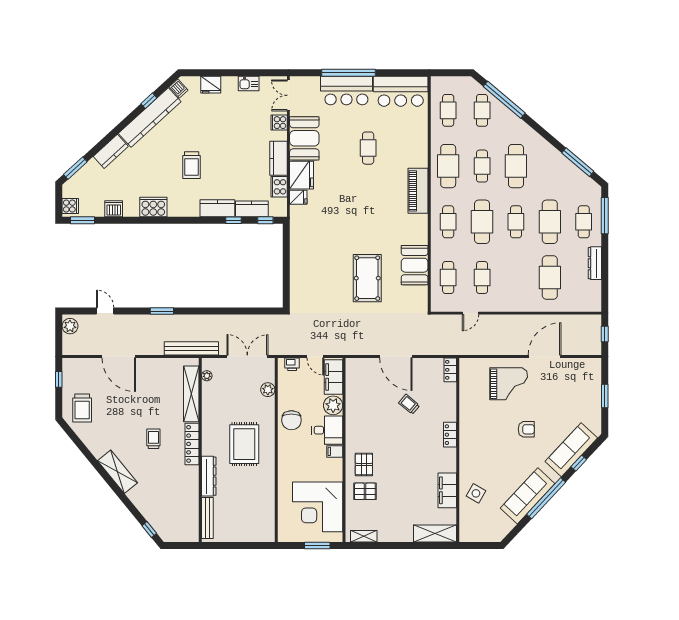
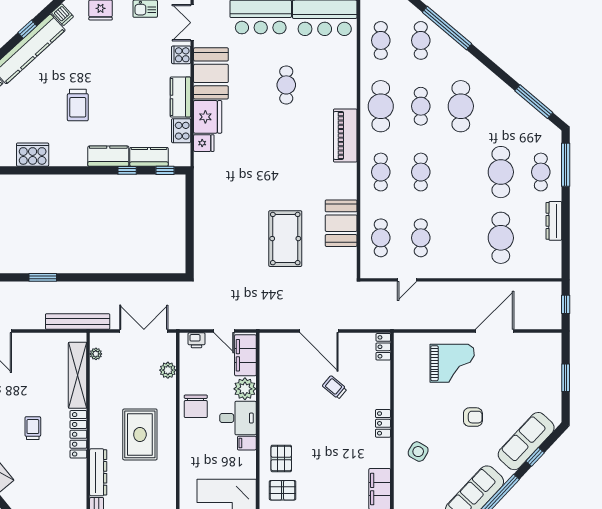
cafe table: (482, 222) -> (421, 172), width x0.73, depth x0.74
cafe table: (516, 222) -> (461, 172), removed
side table: (476, 493) -> (418, 452), moved

